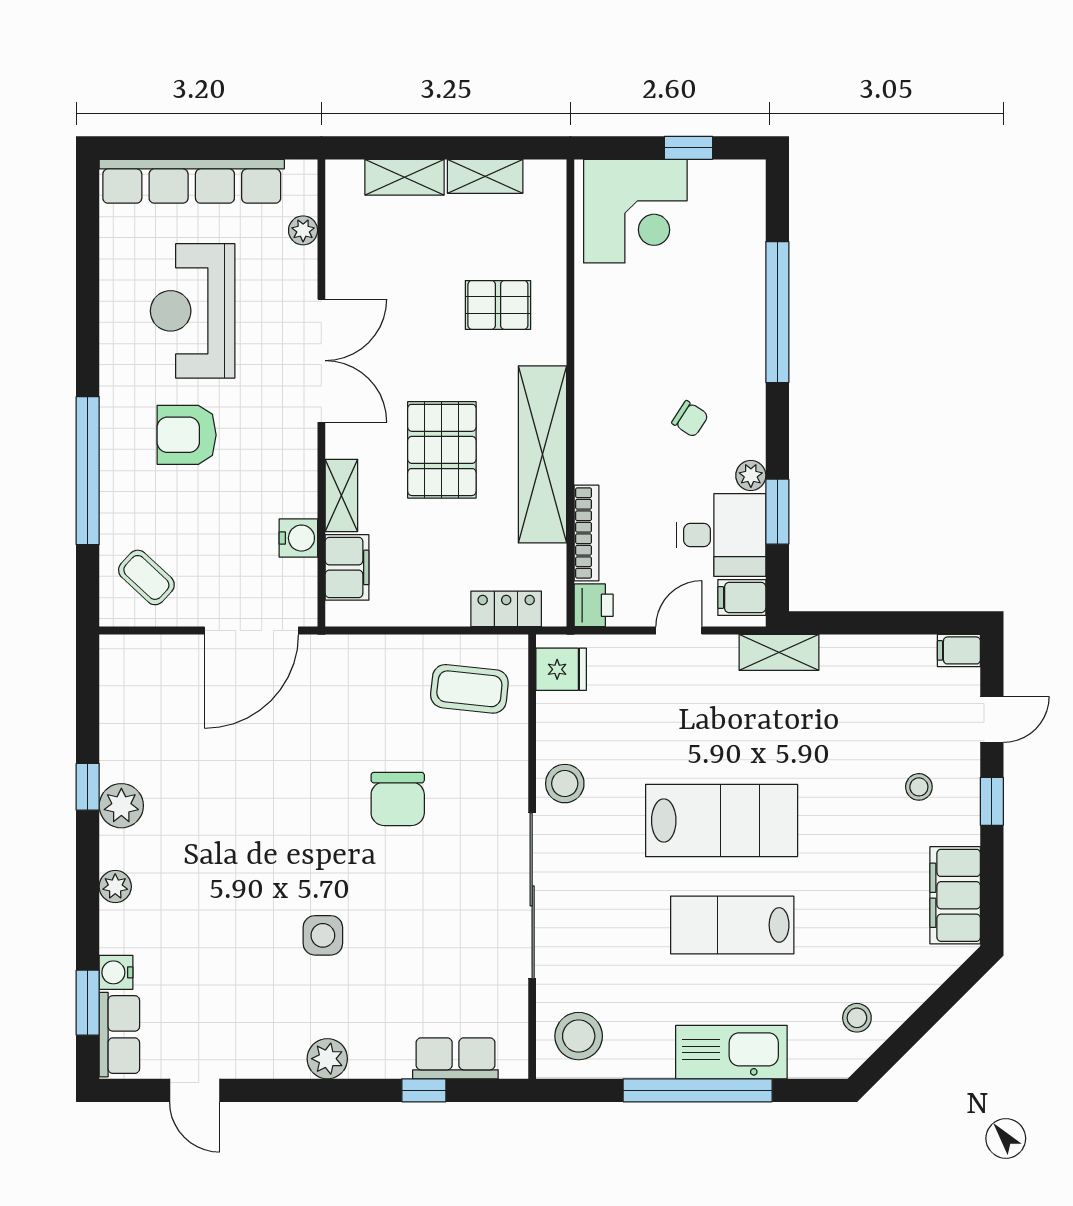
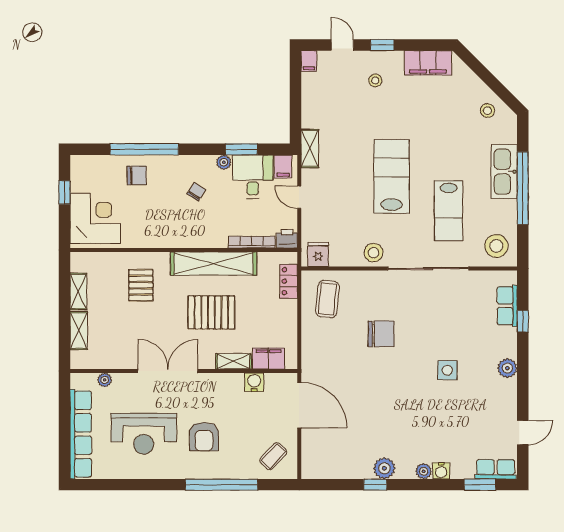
chair: (724, 297) -> (137, 175), added
lab bench: (732, 925) -> (449, 211), moved
water cooler: (116, 972) -> (441, 471), moved

